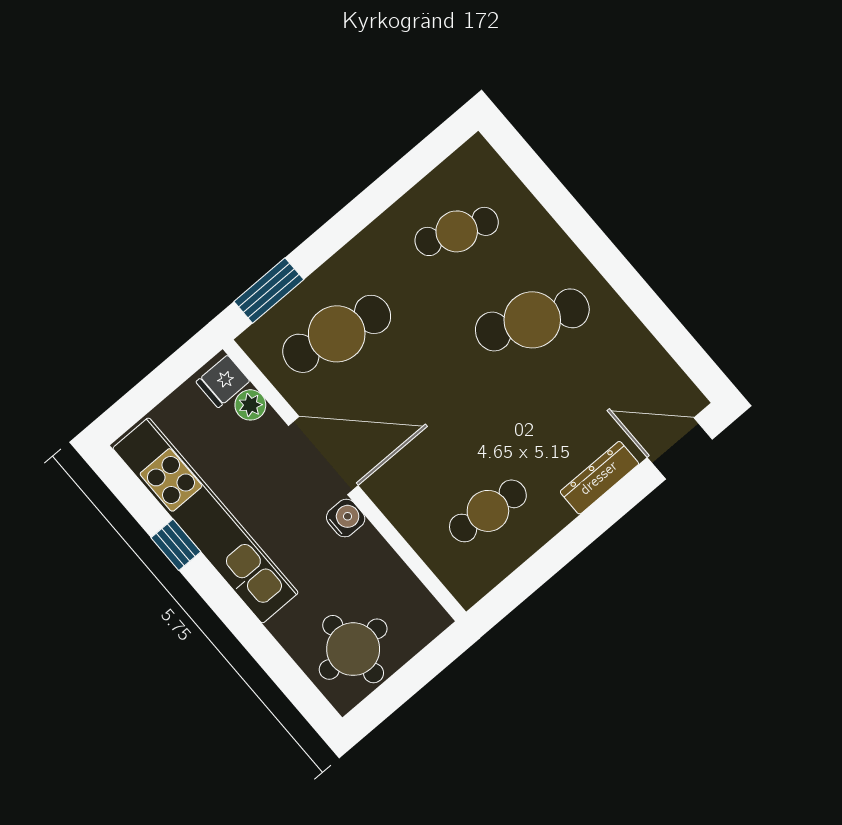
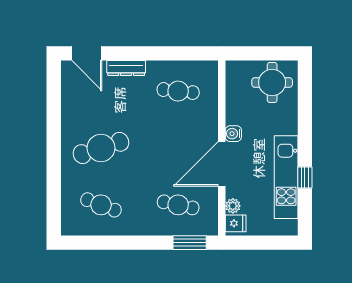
cafe table: (532, 320) -> (101, 148), turned -42
cafe table: (337, 334) -> (178, 205), width x0.73, depth x0.74
door: (323, 456) -> (222, 164), hinge flipped
kitchen unit: (206, 520) -> (286, 177), width x0.73

